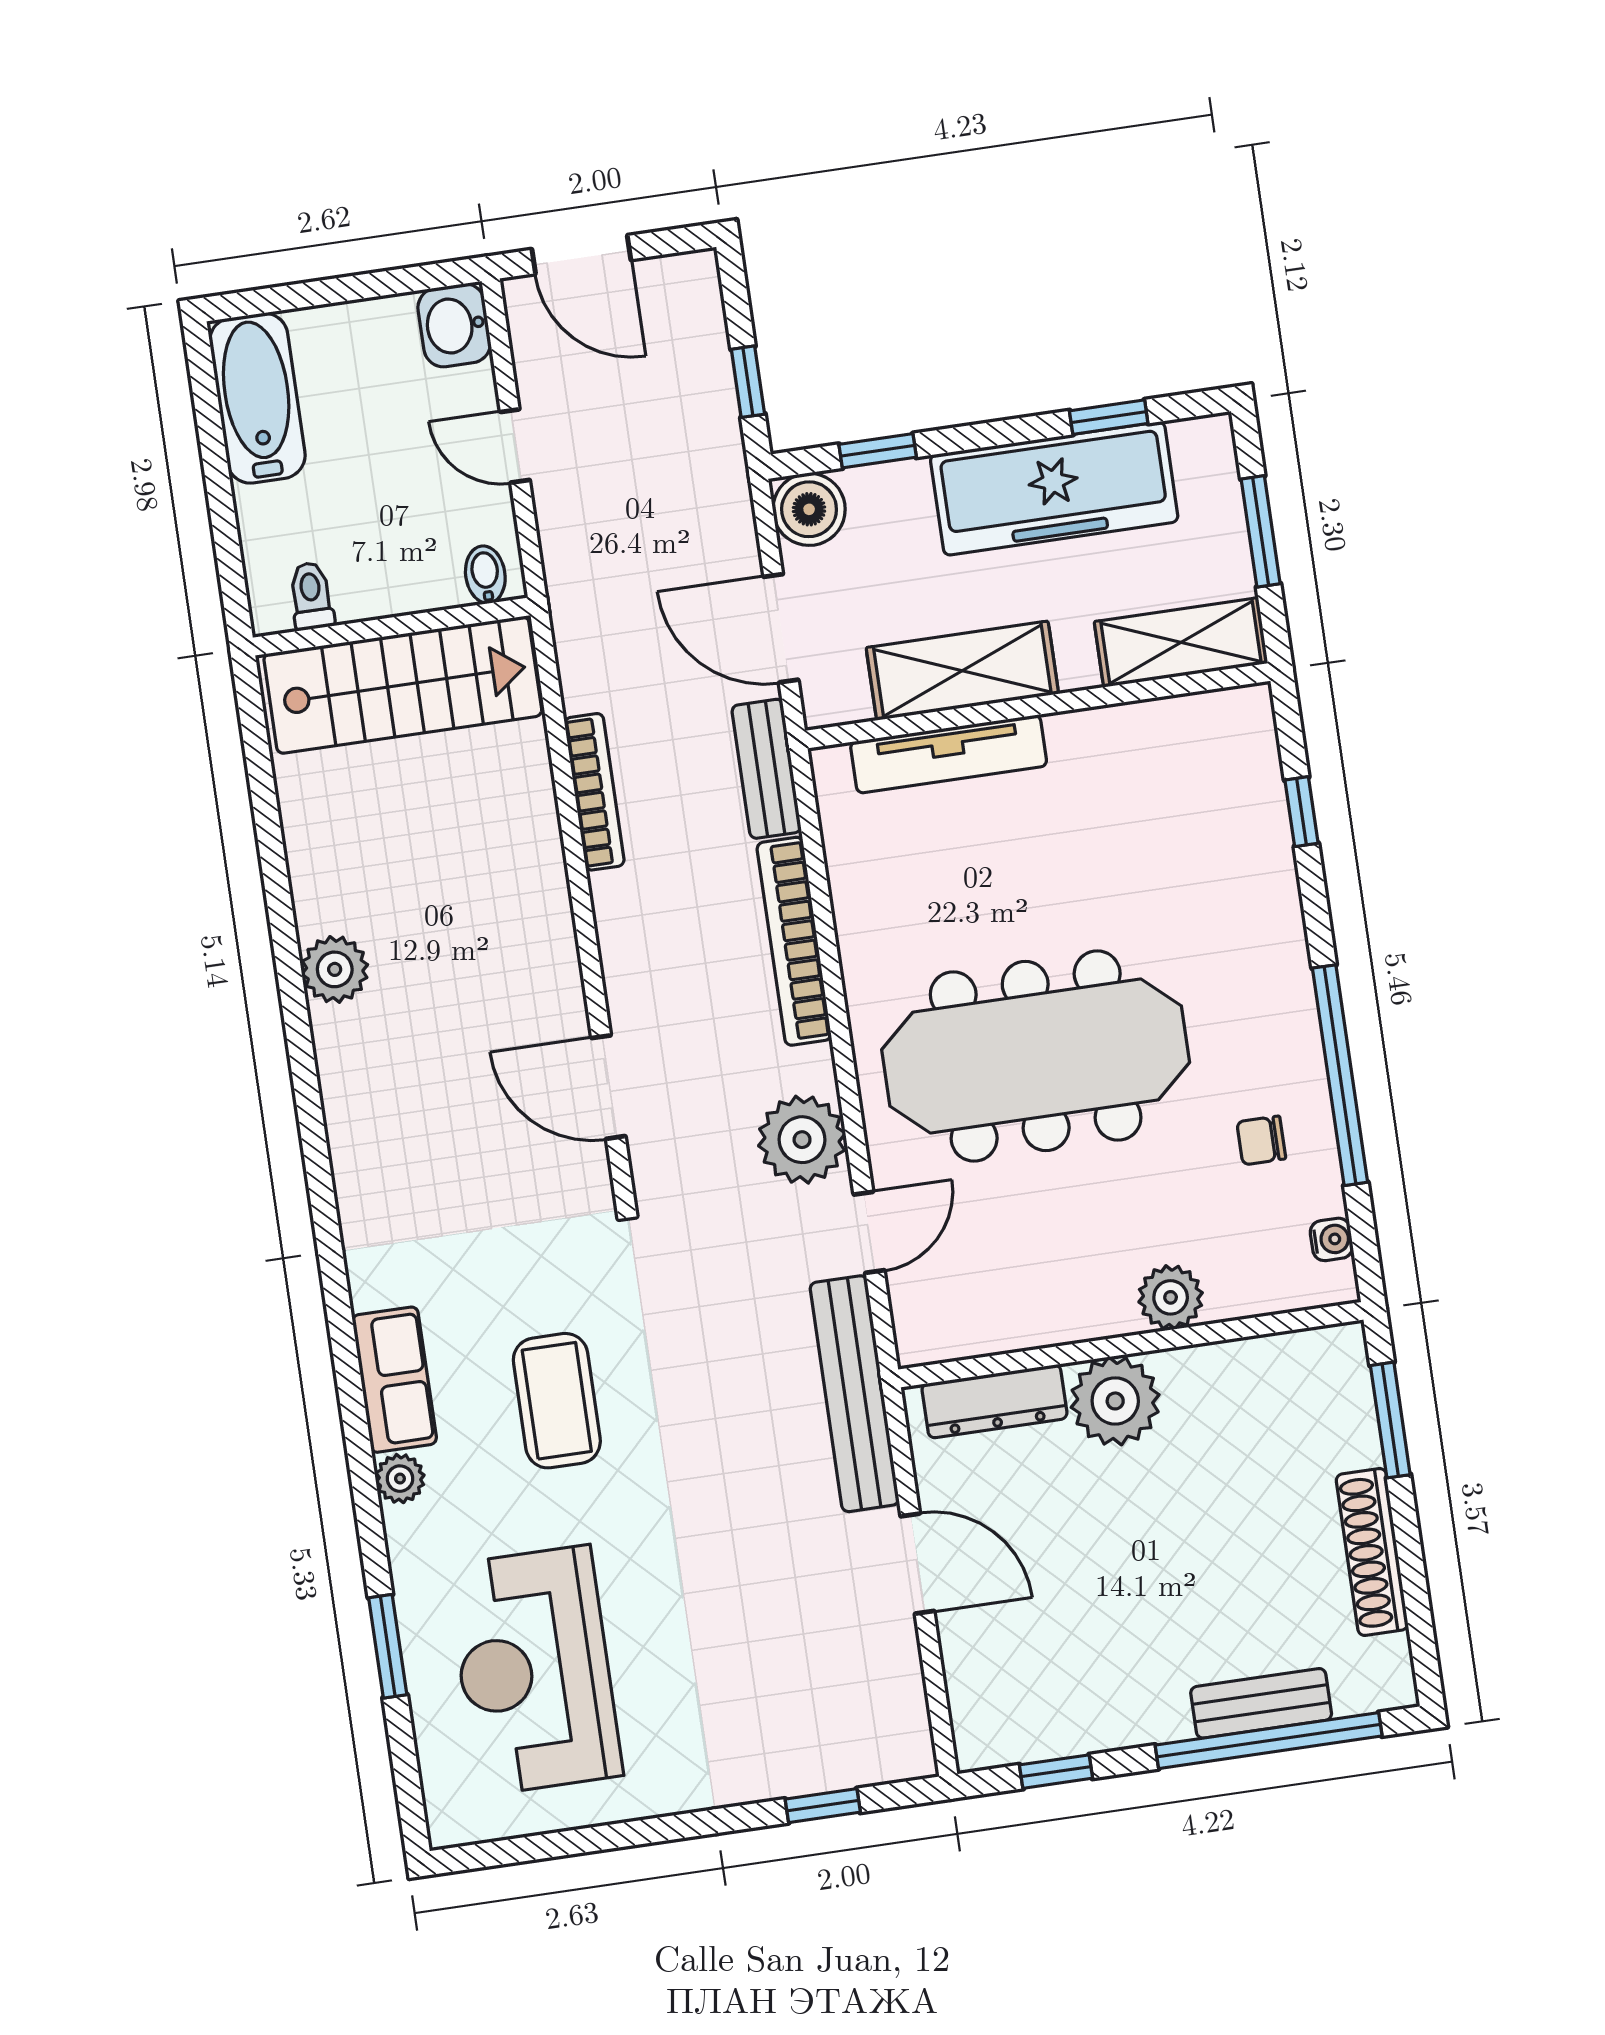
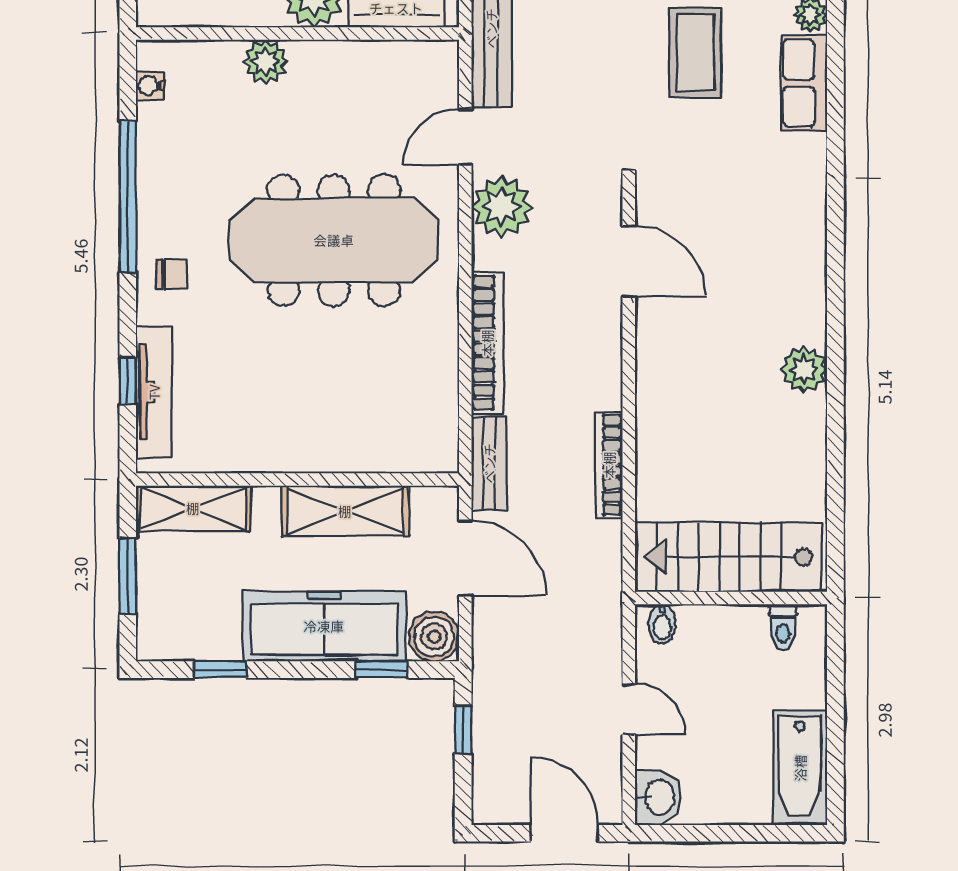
freezer: (1054, 488) -> (324, 626), moved
tv unit: (949, 754) -> (154, 392), moved, turned 90
chair: (1261, 1140) -> (172, 274), moved

